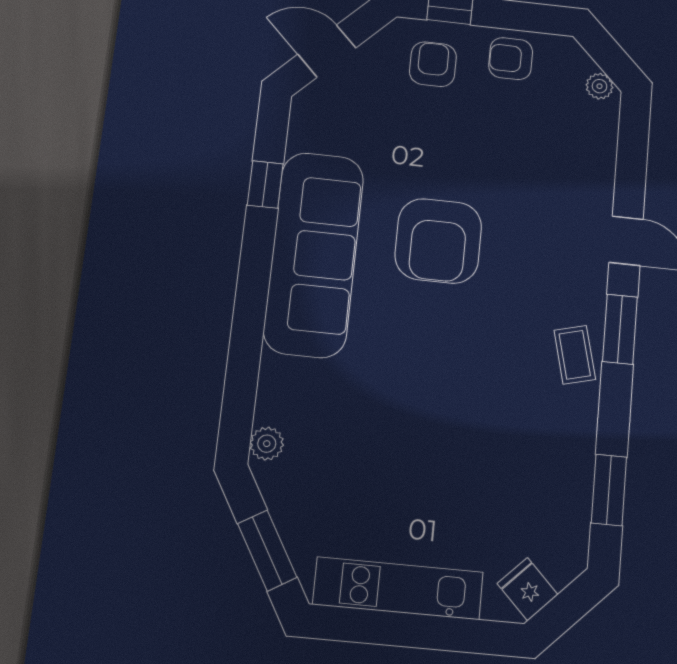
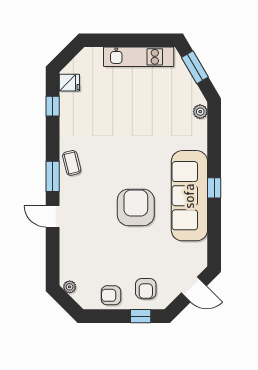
armchair: (511, 59) -> (111, 295), turned 180
window: (265, 185) -> (214, 188), moved
window: (609, 490) -> (53, 106), width x0.67
fridge: (527, 589) -> (69, 83), moved, turned -45

